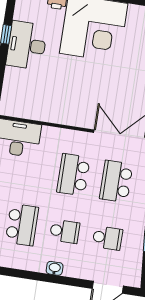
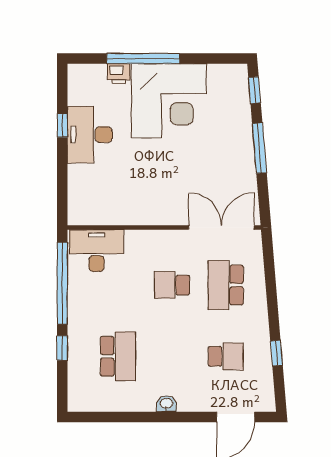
school desk: (73, 175) -> (172, 285), width x0.54
school desk: (65, 231) -> (172, 356), removed

